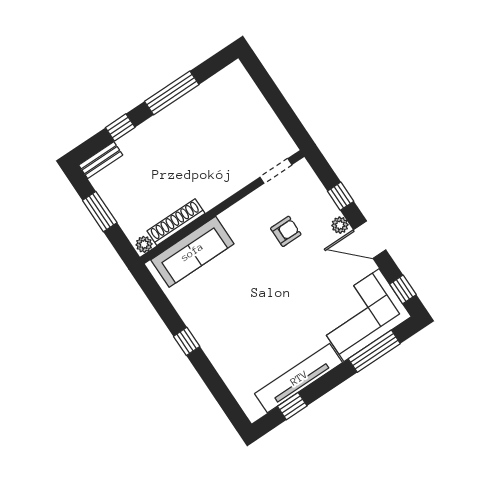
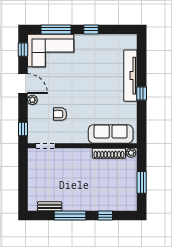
bench: (101, 160) -> (50, 206), moved
window: (341, 196) -> (23, 129), moved
tv unit: (299, 378) -> (130, 76), moved, turned 90
window: (292, 406) -> (91, 29), moved

